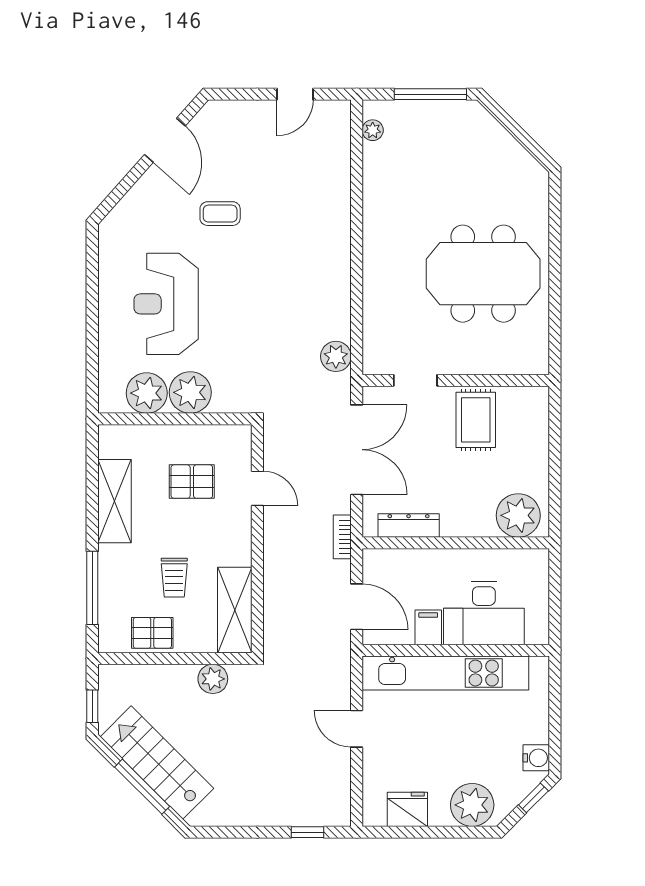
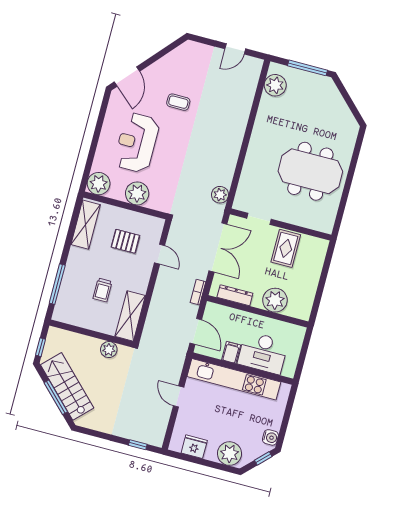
plant: (373, 130) -> (275, 85), width x1.88, depth x1.88
door: (165, 140) -> (127, 77), moved
plant: (147, 393) -> (99, 184), moved
shelving: (114, 501) -> (86, 225), moved
plant: (518, 515) -> (275, 300), moved
pallet: (152, 633) -> (83, 316), removed

